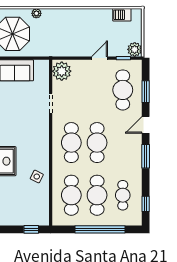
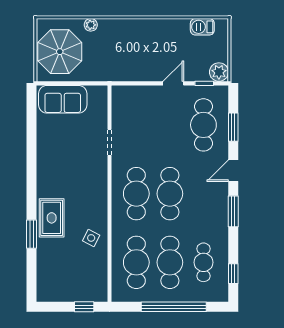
plant: (62, 71) -> (124, 100), removed

